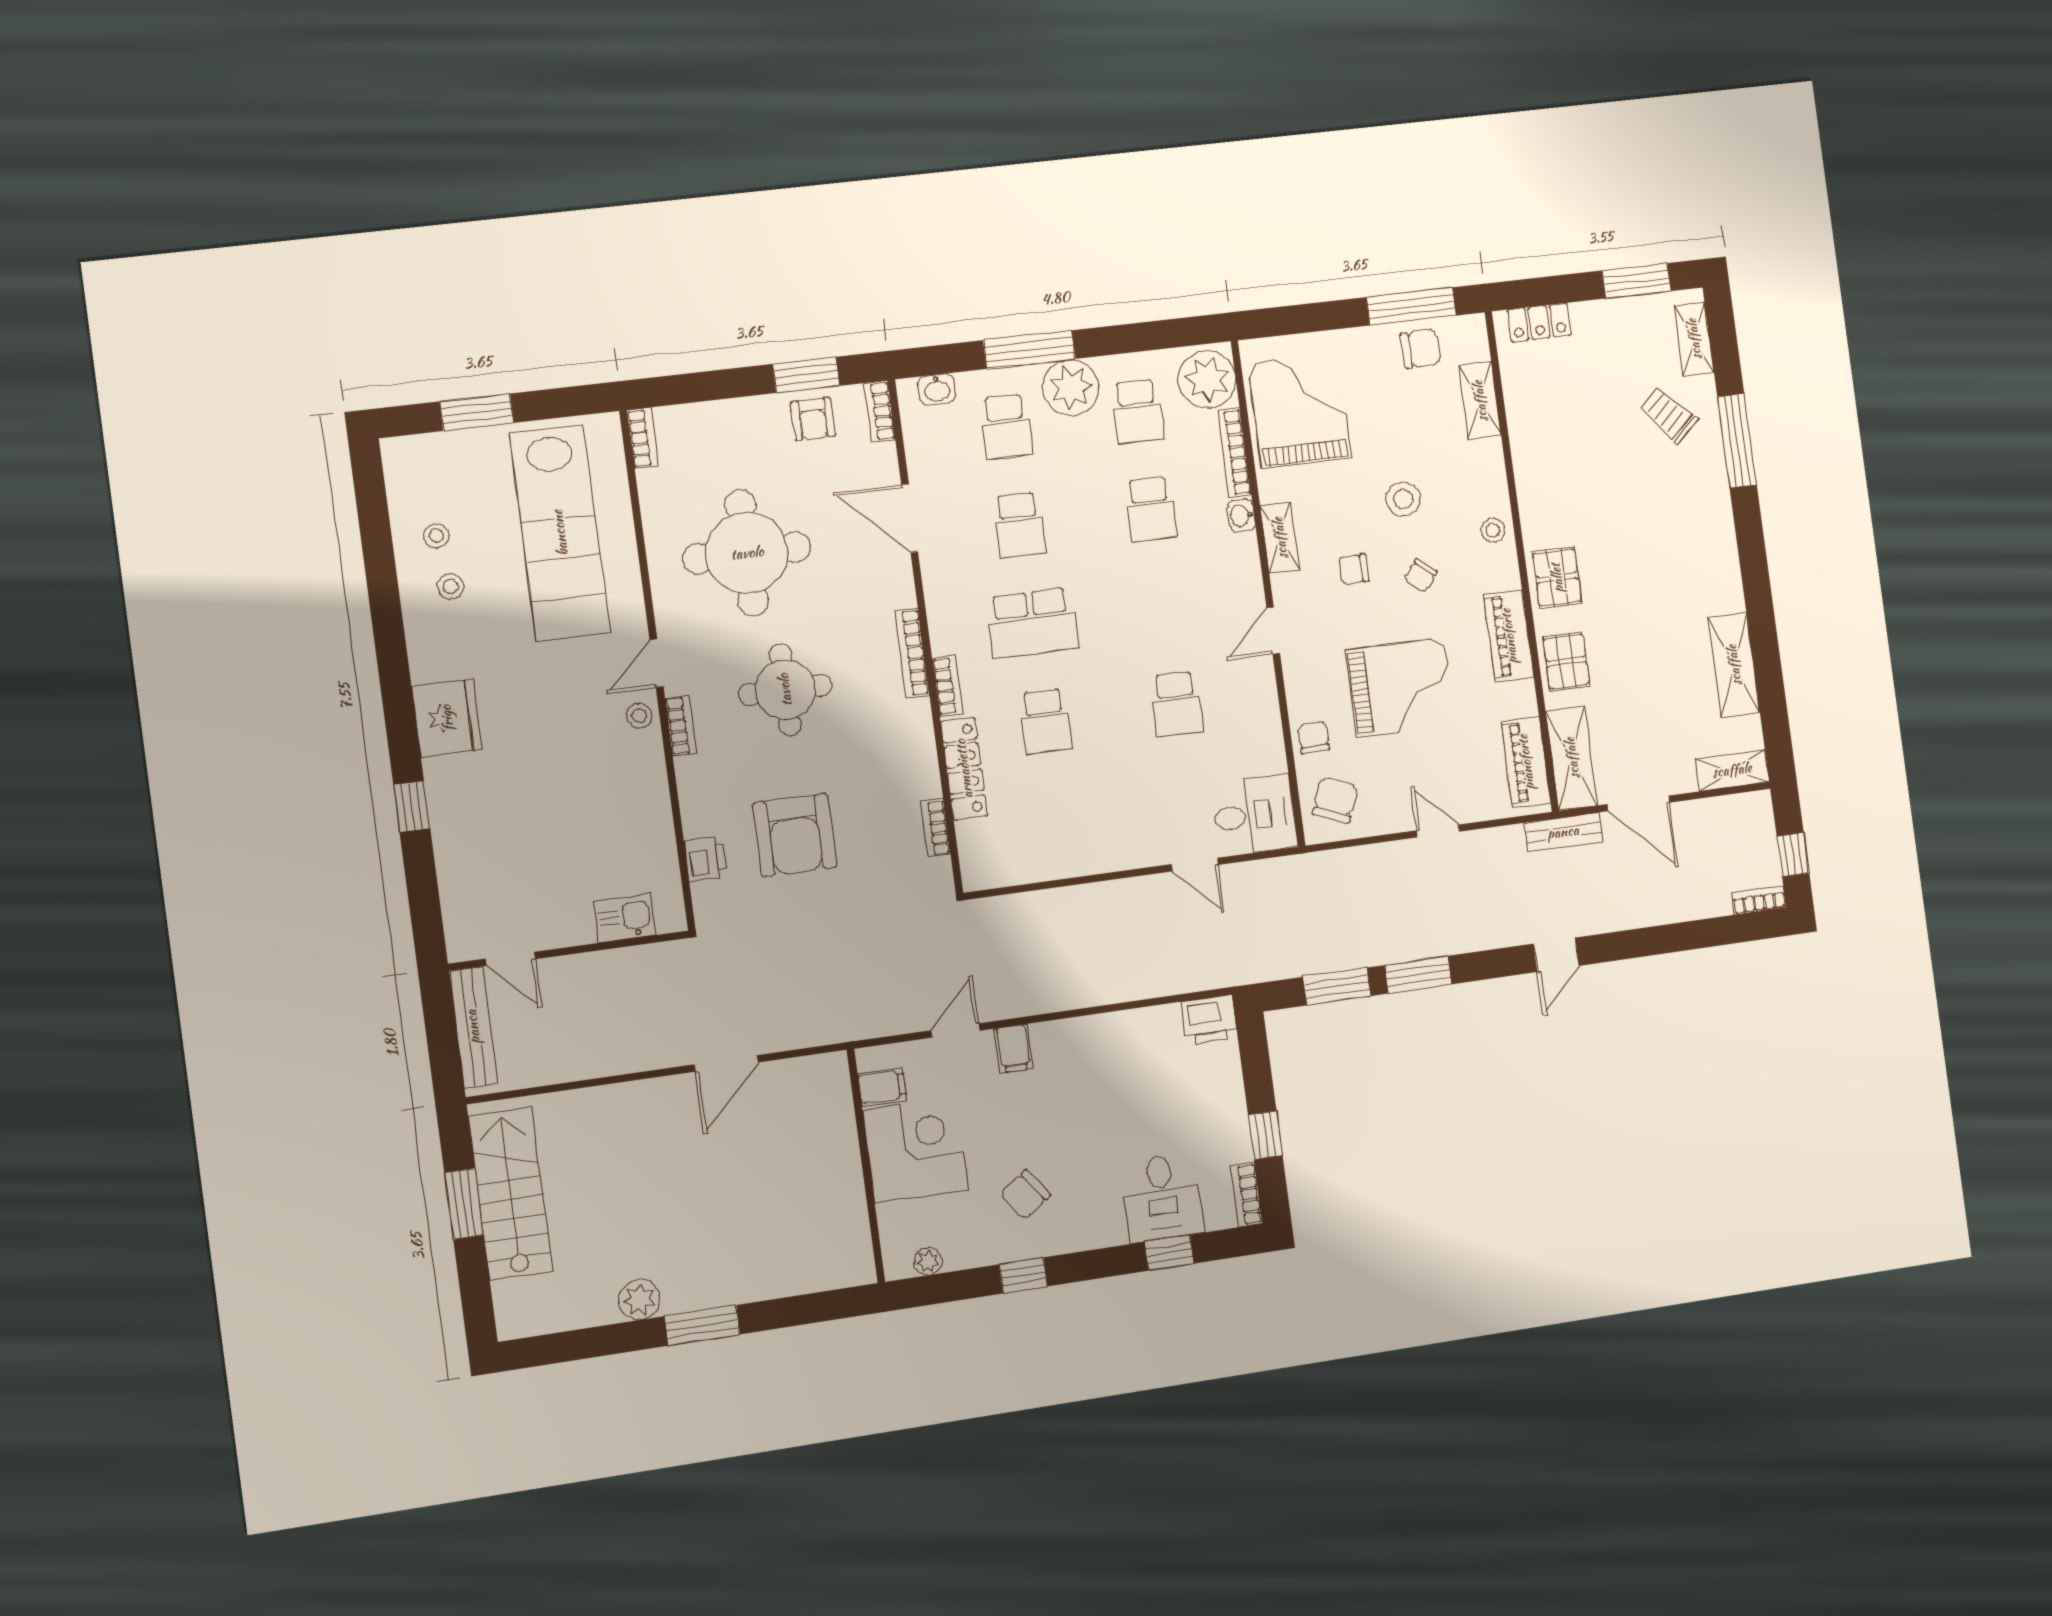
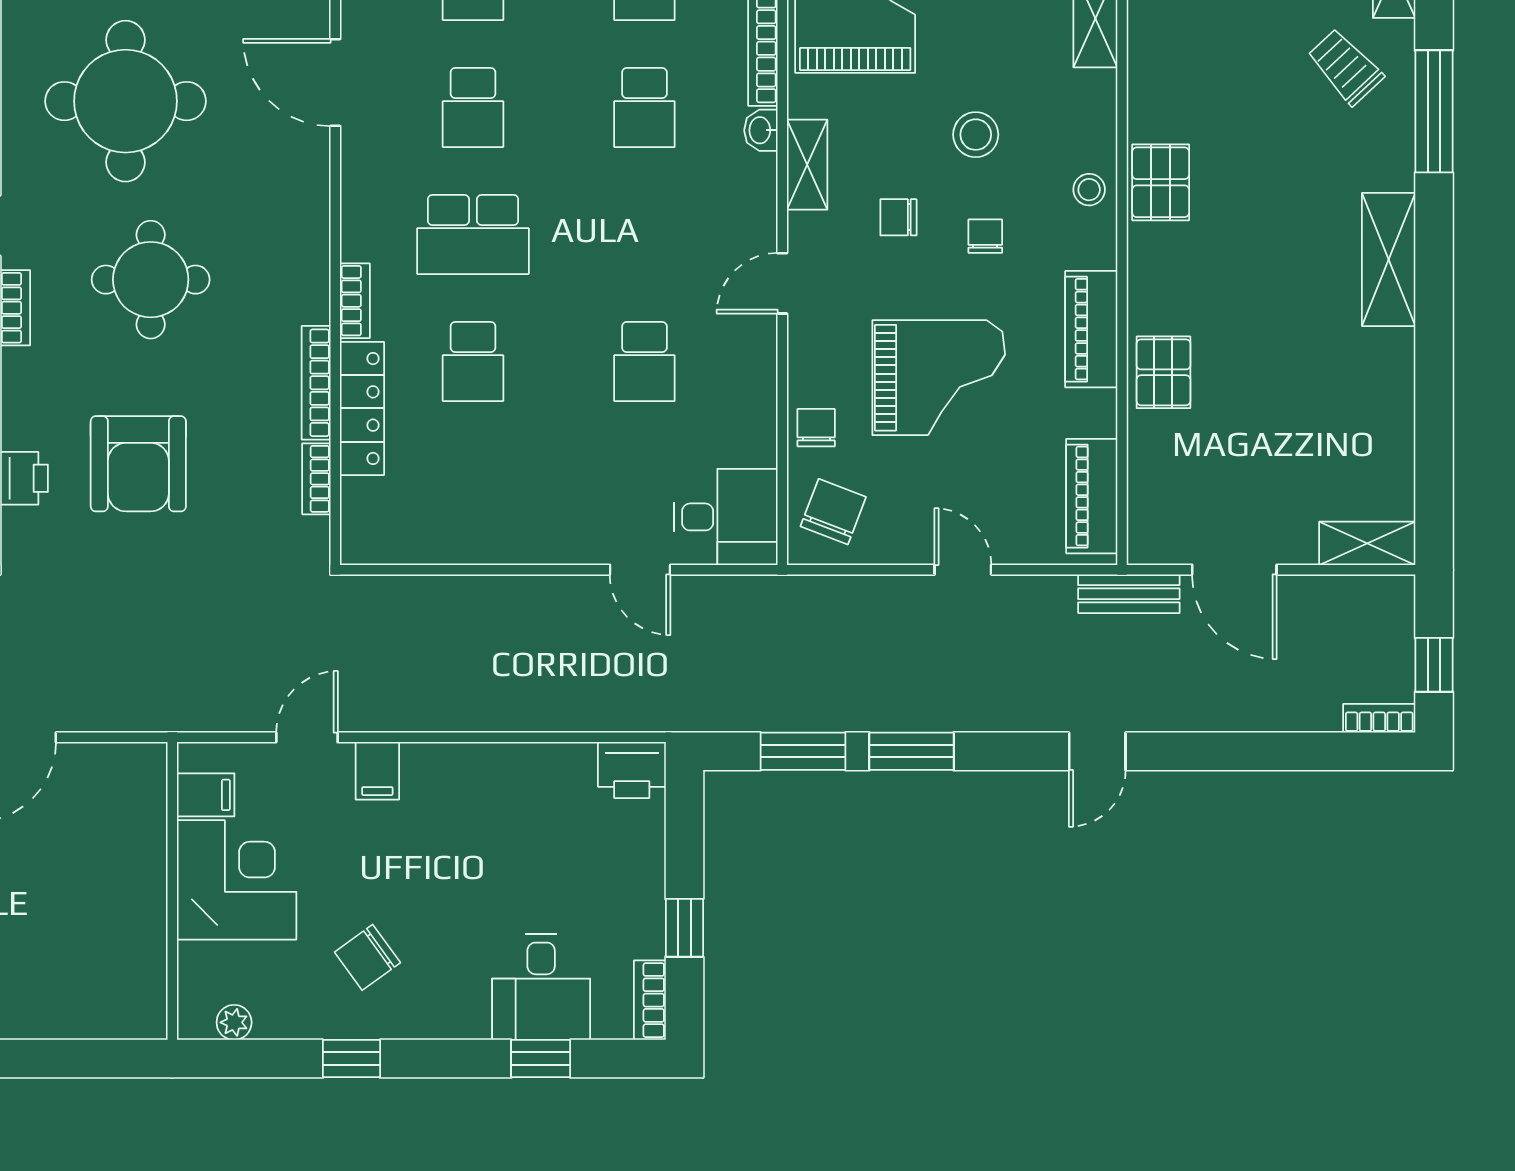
chair: (1421, 575) -> (985, 236), turned 141
pallet: (1557, 578) -> (1161, 182), moved
bookcase: (912, 653) -> (316, 383), moved
shelving: (1734, 665) -> (1389, 259), moved
shelving: (1572, 758) -> (1153, 499), removed

